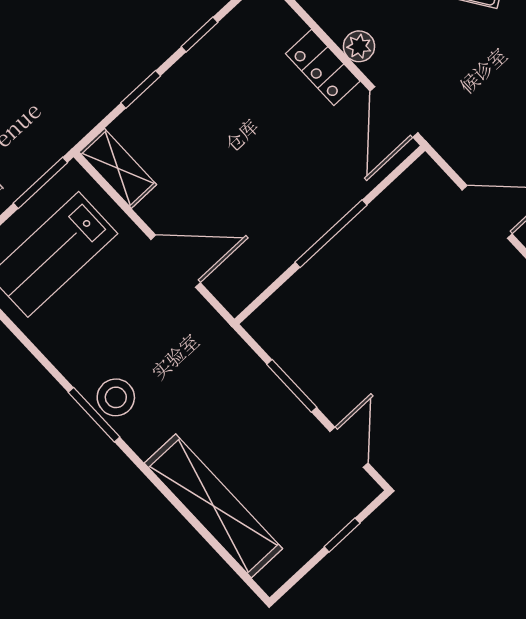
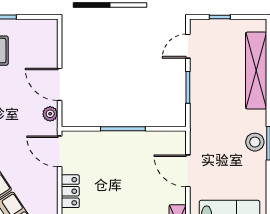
plant: (359, 46) -> (50, 114), moved
door: (394, 112) -> (60, 151), swing flipped

